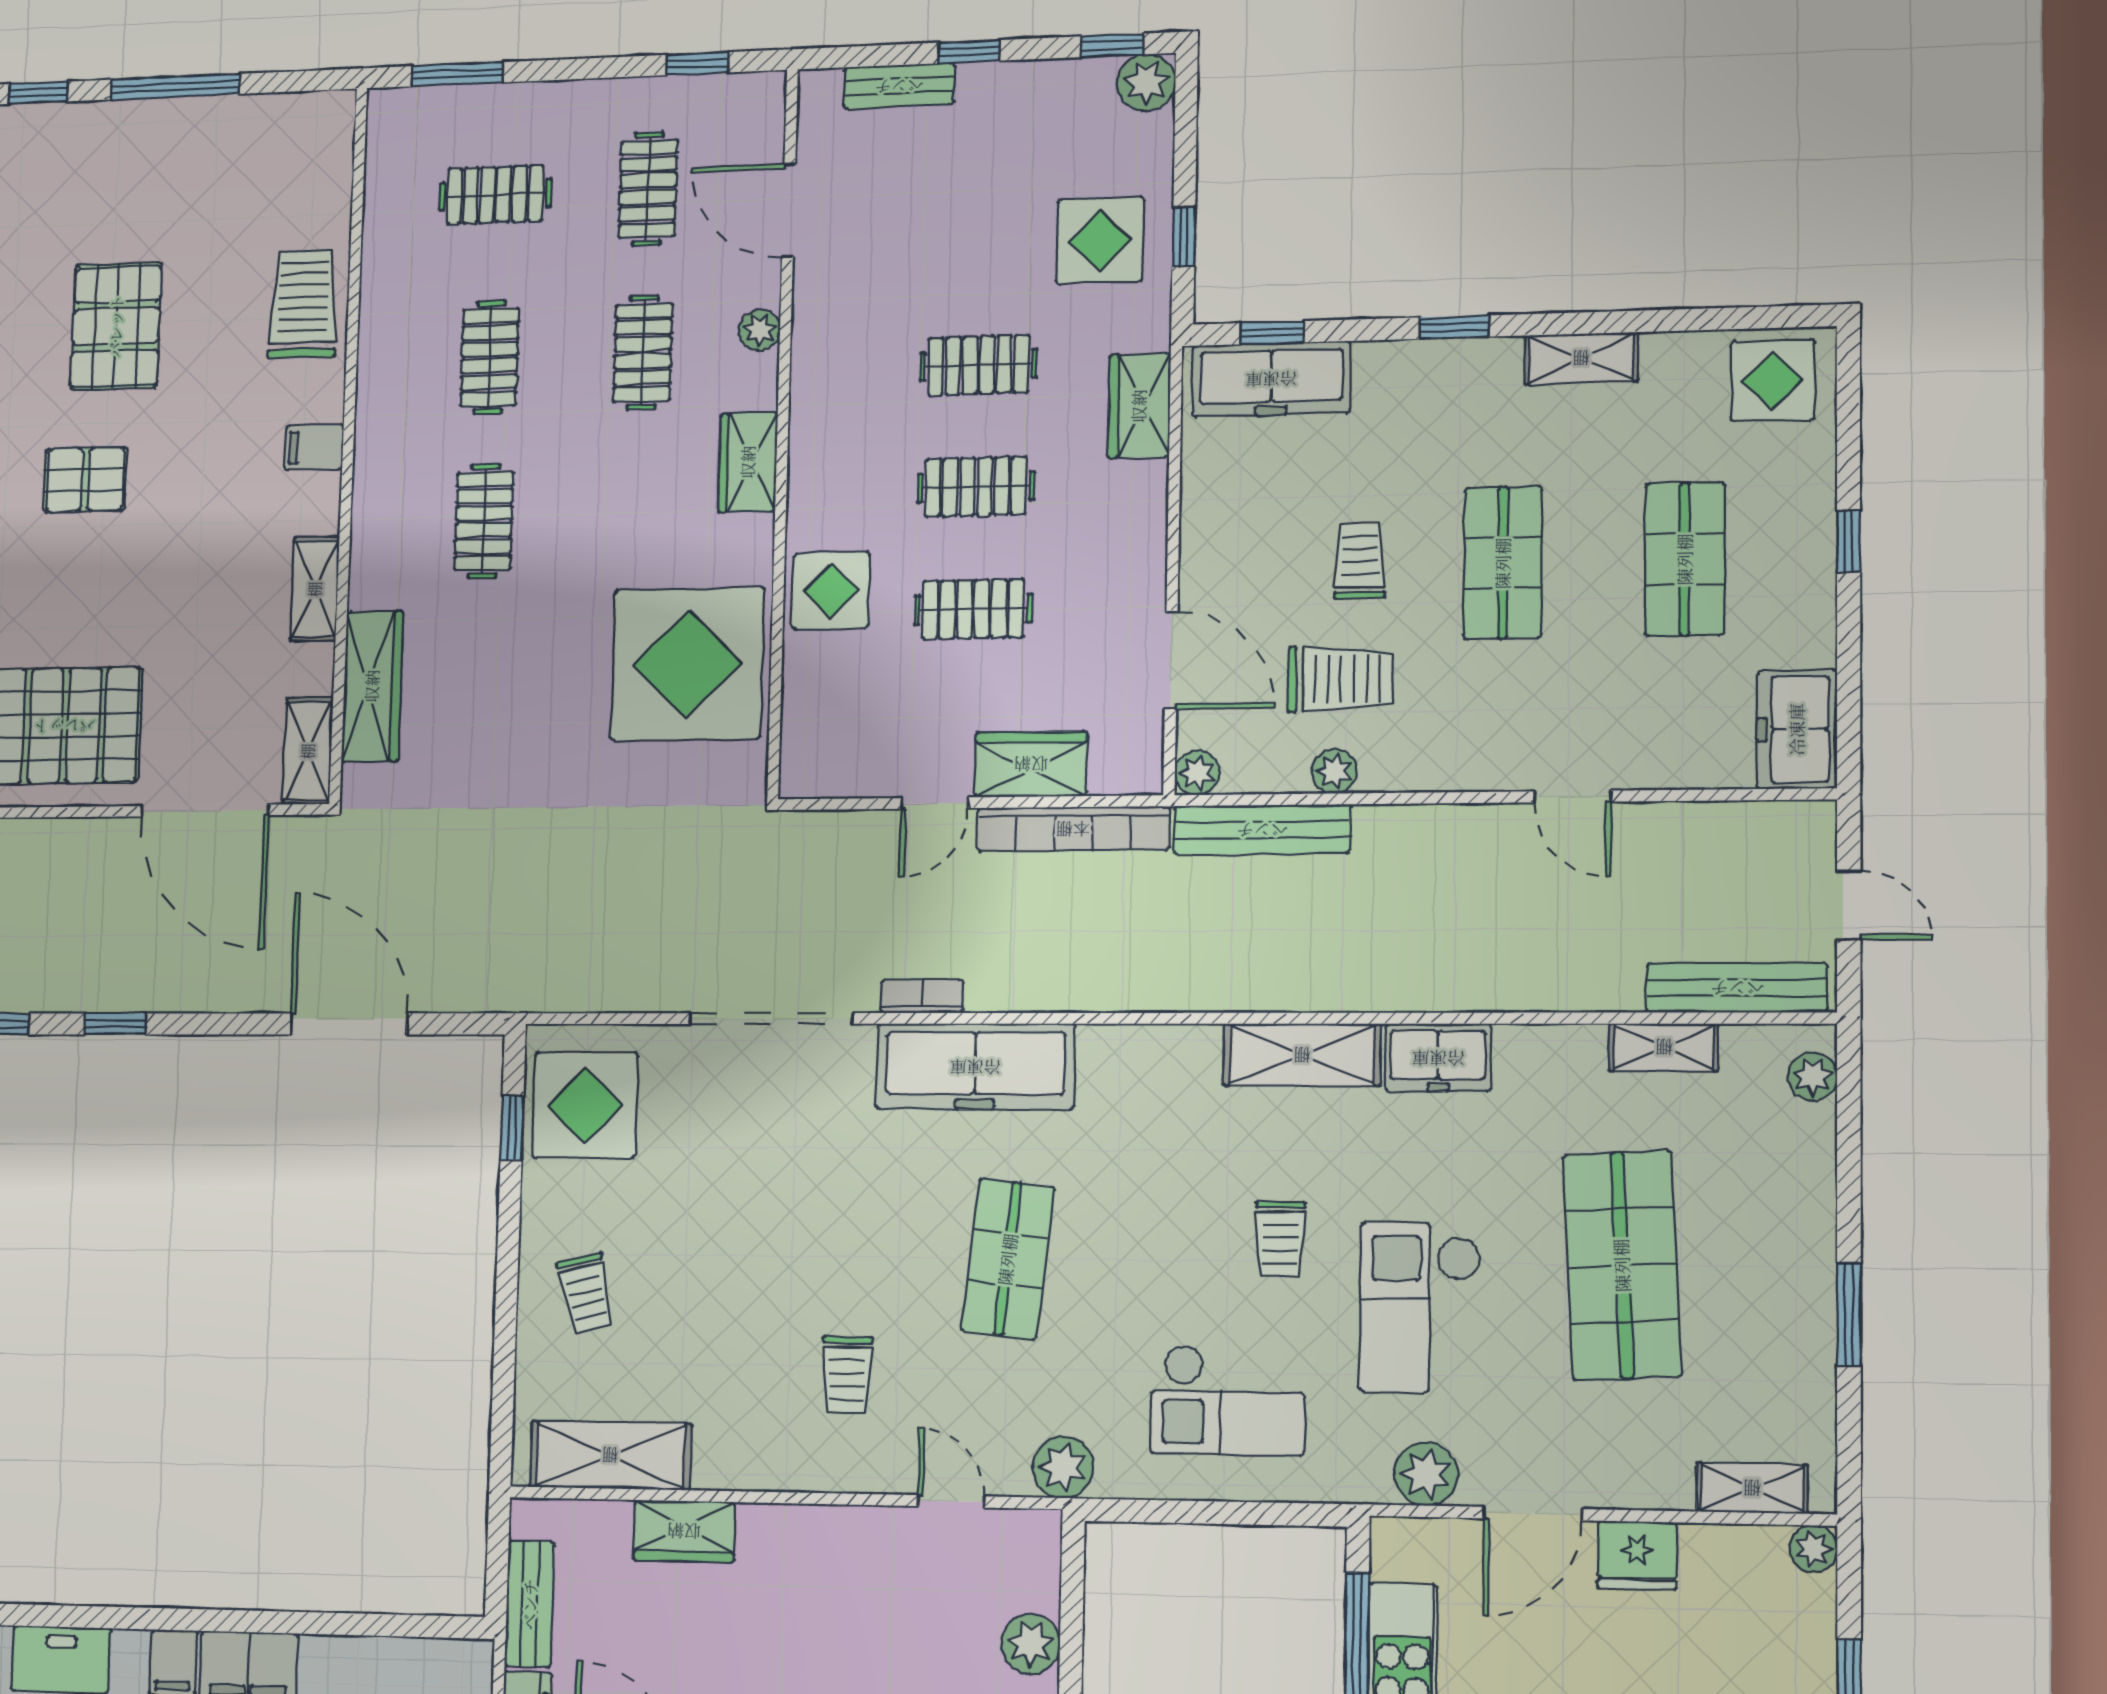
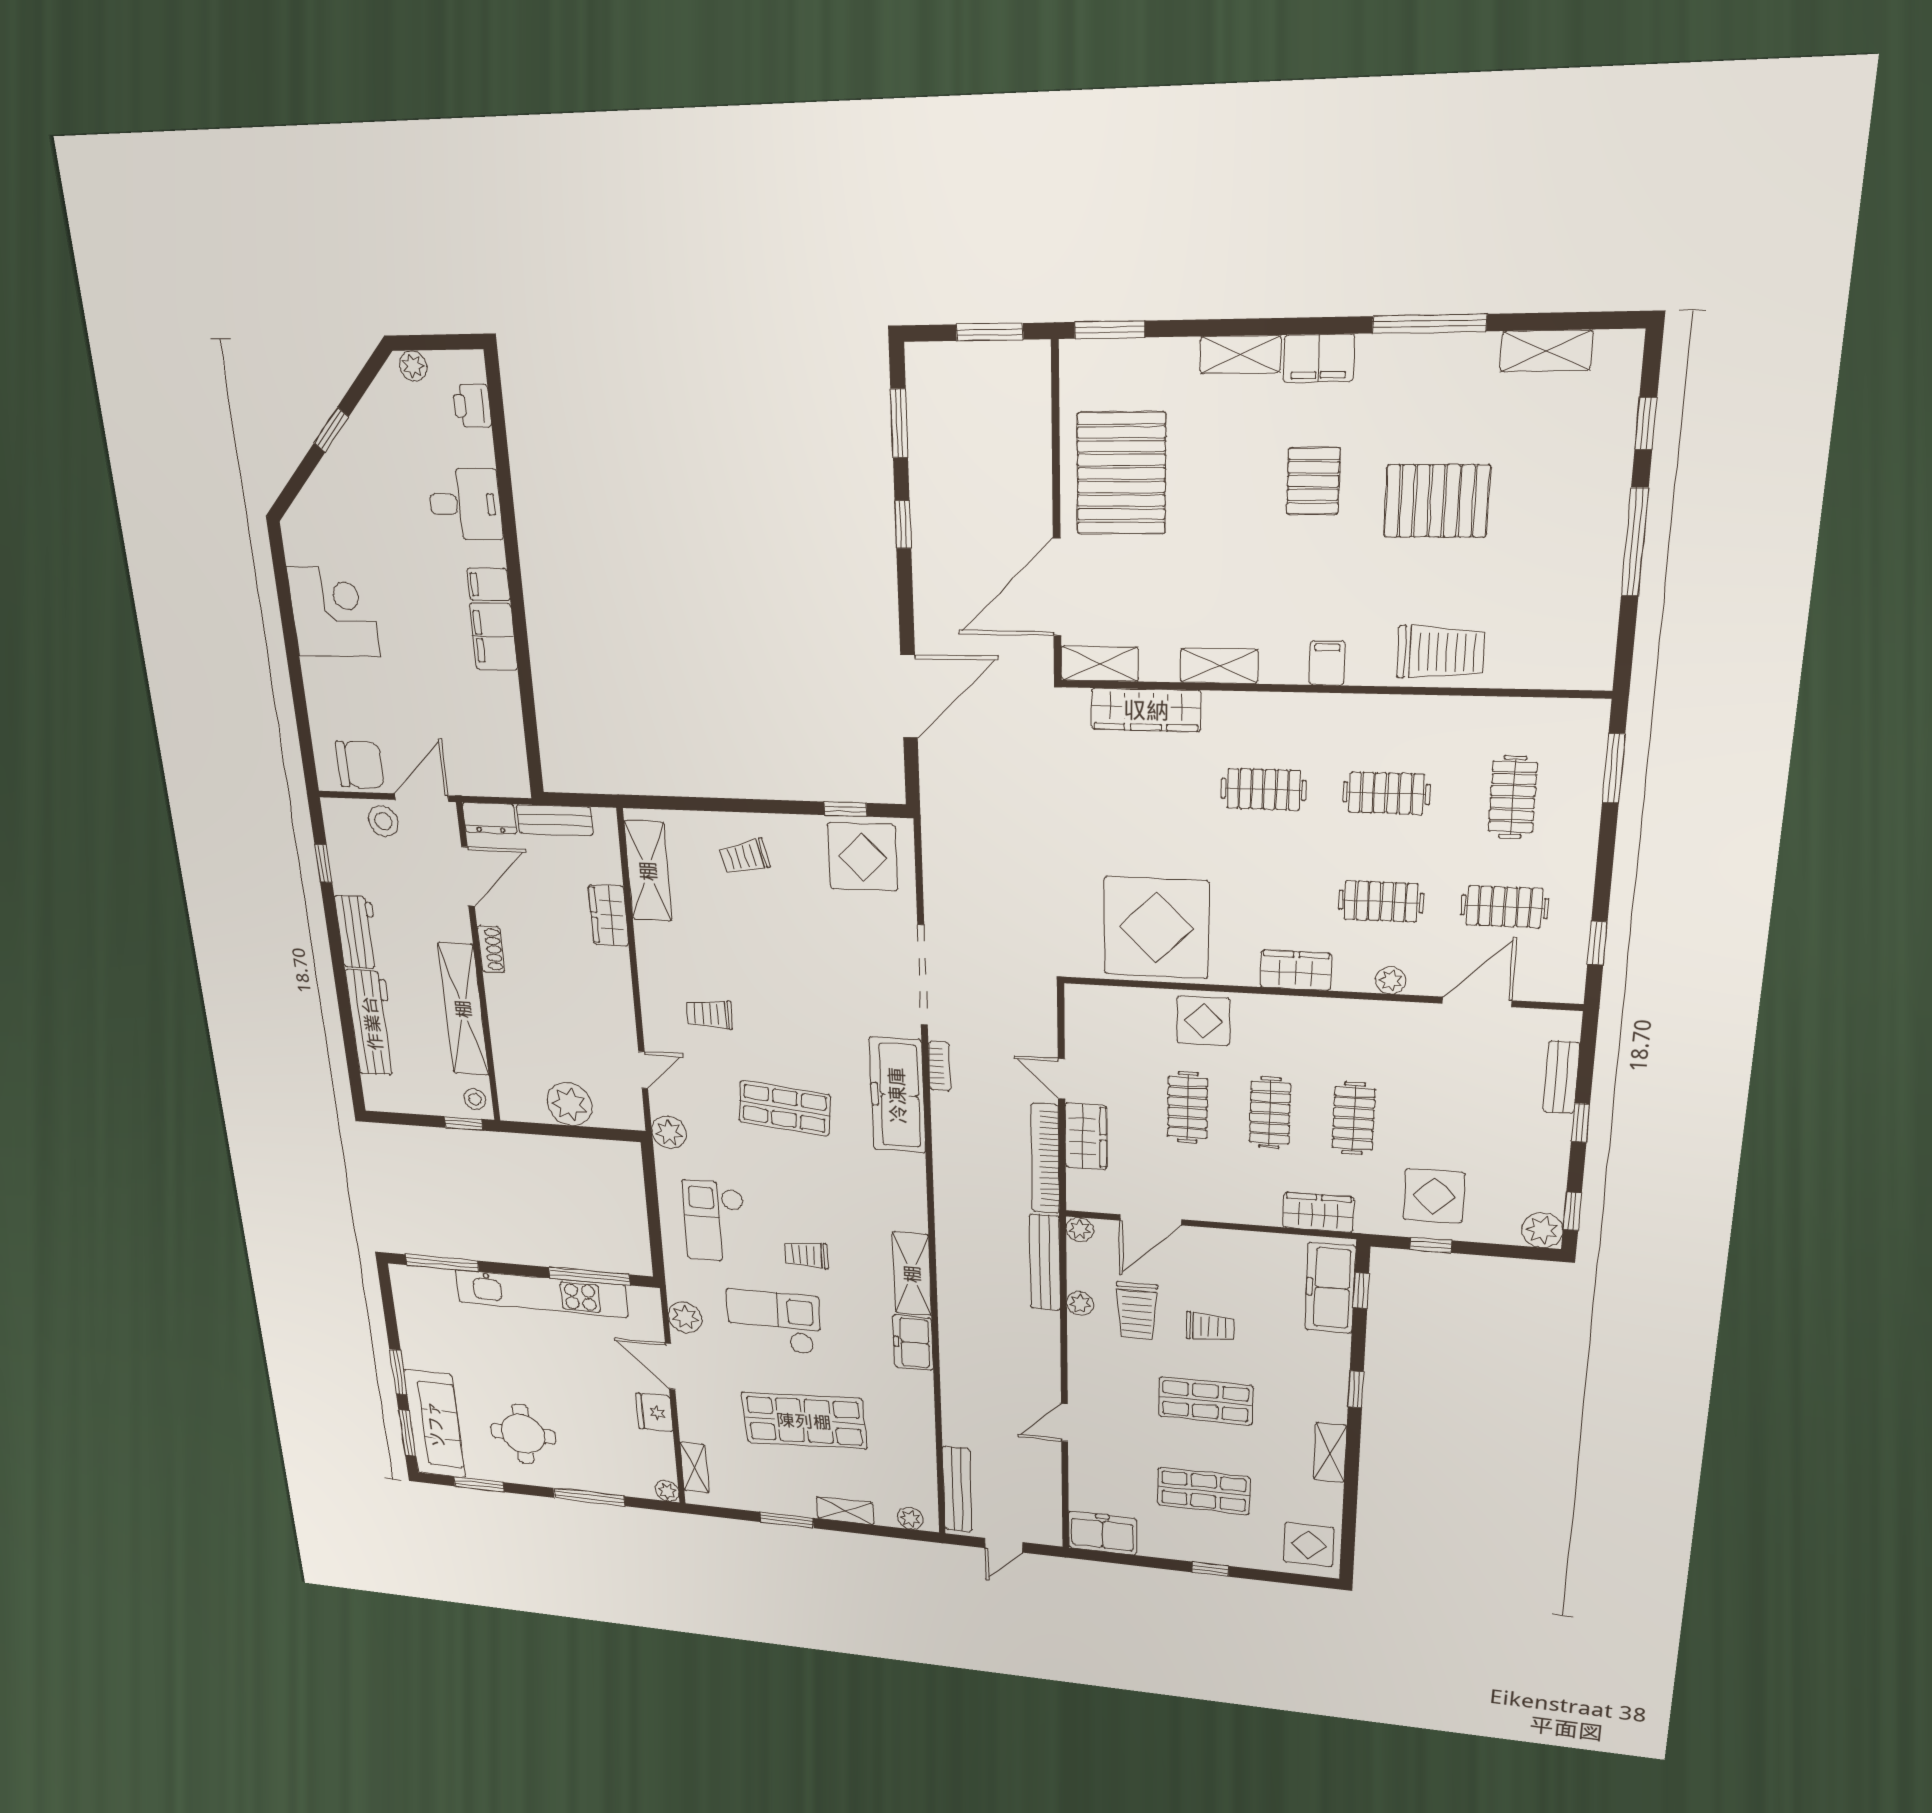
shelving: (1664, 1047) -> (845, 1511), moved, turned 90
plant: (1031, 1644) -> (570, 1104), width x1.36, depth x1.36

